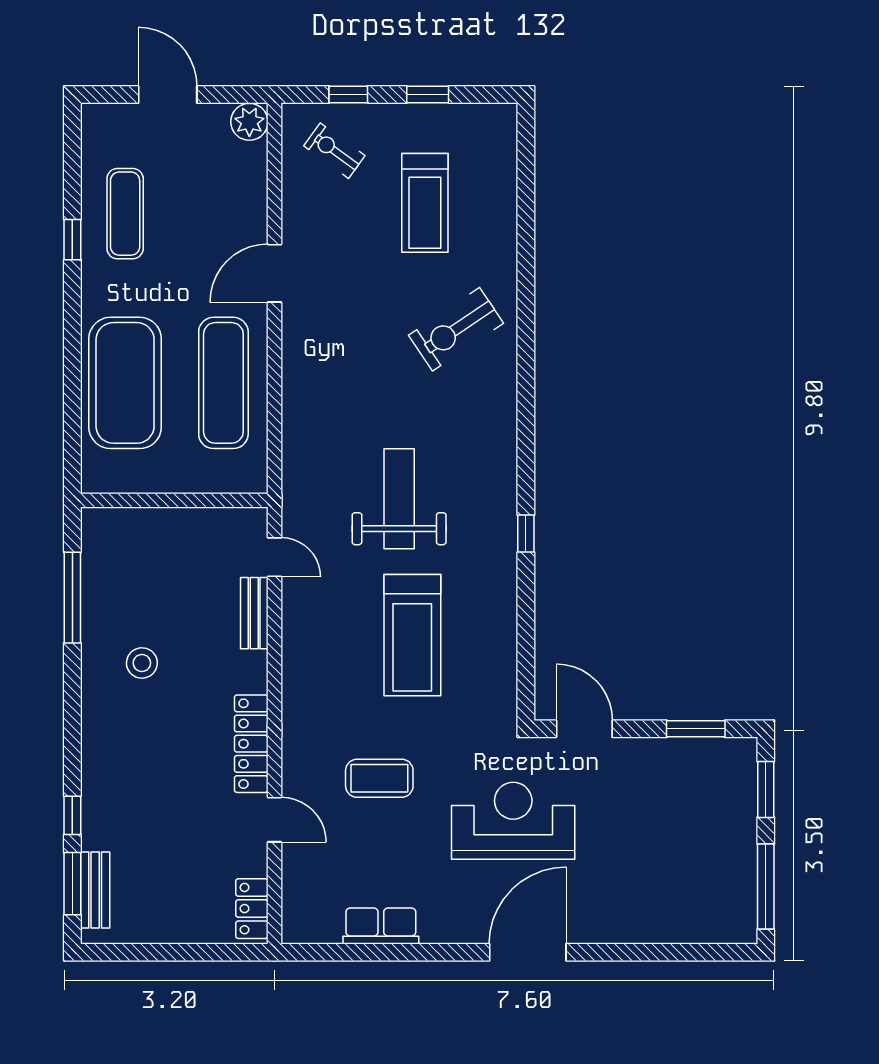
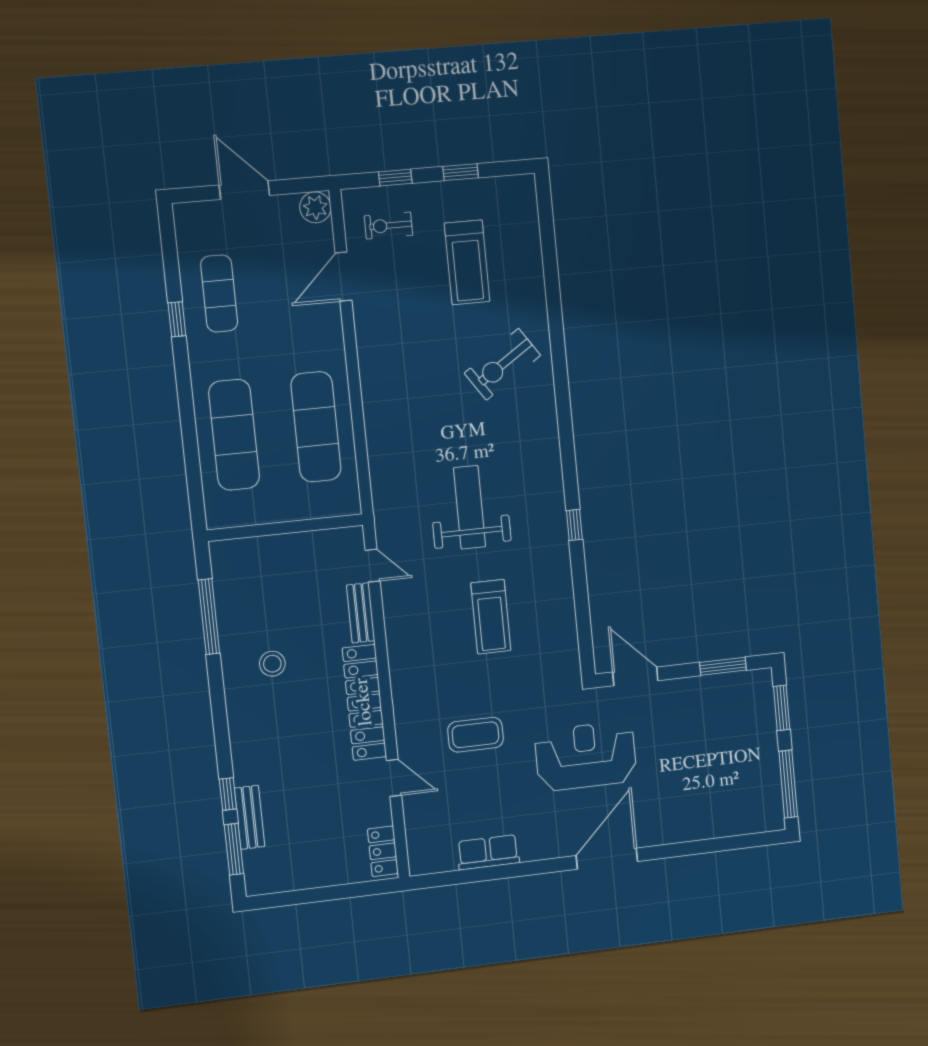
exercise bike: (334, 151) -> (388, 226), turned -36
door: (274, 273) -> (343, 277), moved
exercise mat: (125, 383) -> (234, 435), width x0.68
treadmill: (412, 635) -> (491, 617), width x0.73, depth x0.73
locker: (251, 744) -> (364, 702), width x1.41, depth x1.21
bench: (95, 890) -> (249, 817), moved

